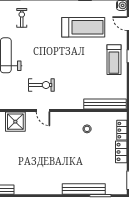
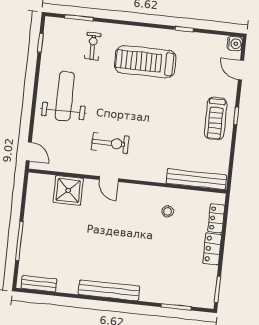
treadmill: (83, 27) -> (145, 62), moved, turned 180
bench: (84, 189) -> (109, 290), moved

